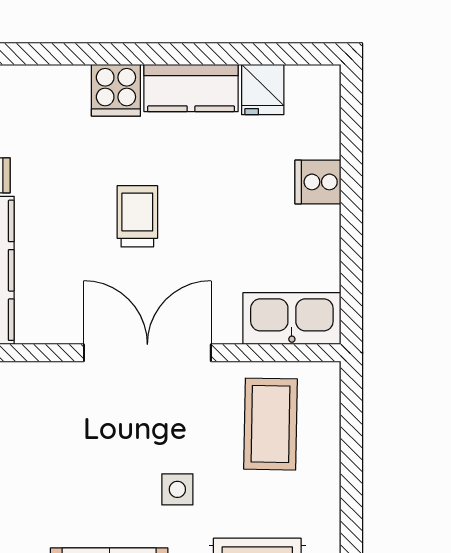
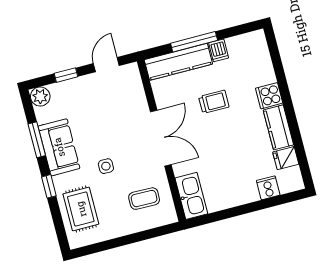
cooker: (318, 182) -> (268, 188), moved
trolley: (137, 216) -> (214, 102), moved
coffee table: (270, 424) -> (144, 199), width x0.73, depth x0.77

